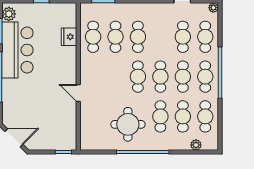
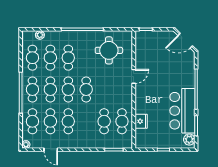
cafe table: (138, 37) -> (68, 121), moved
door: (78, 93) -> (134, 76), hinge flipped
round table: (128, 124) -> (109, 50), moved

